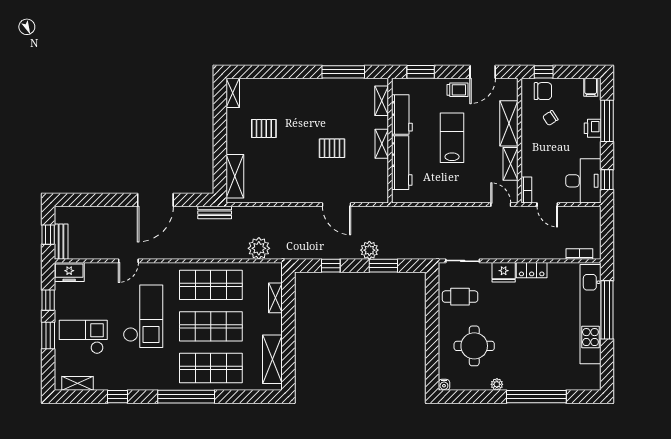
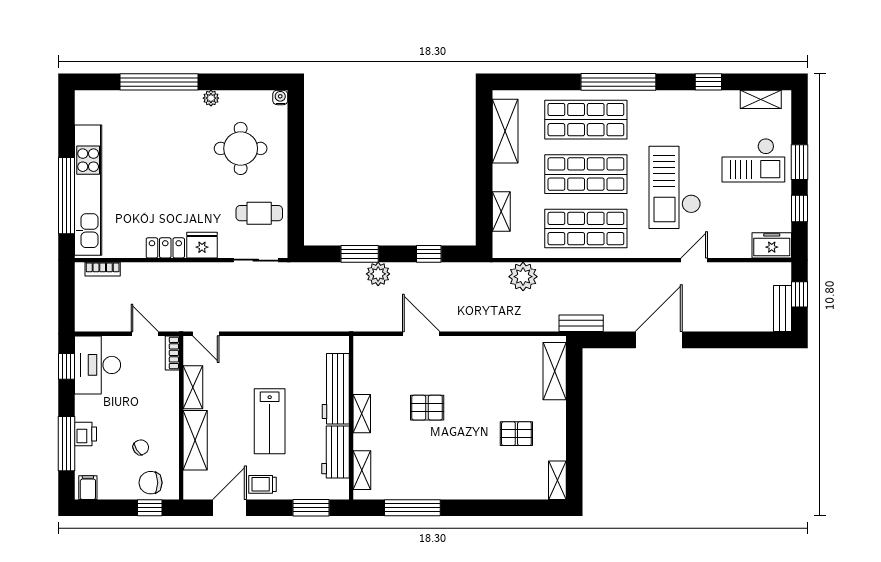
bench: (61, 242) -> (782, 309), moved

